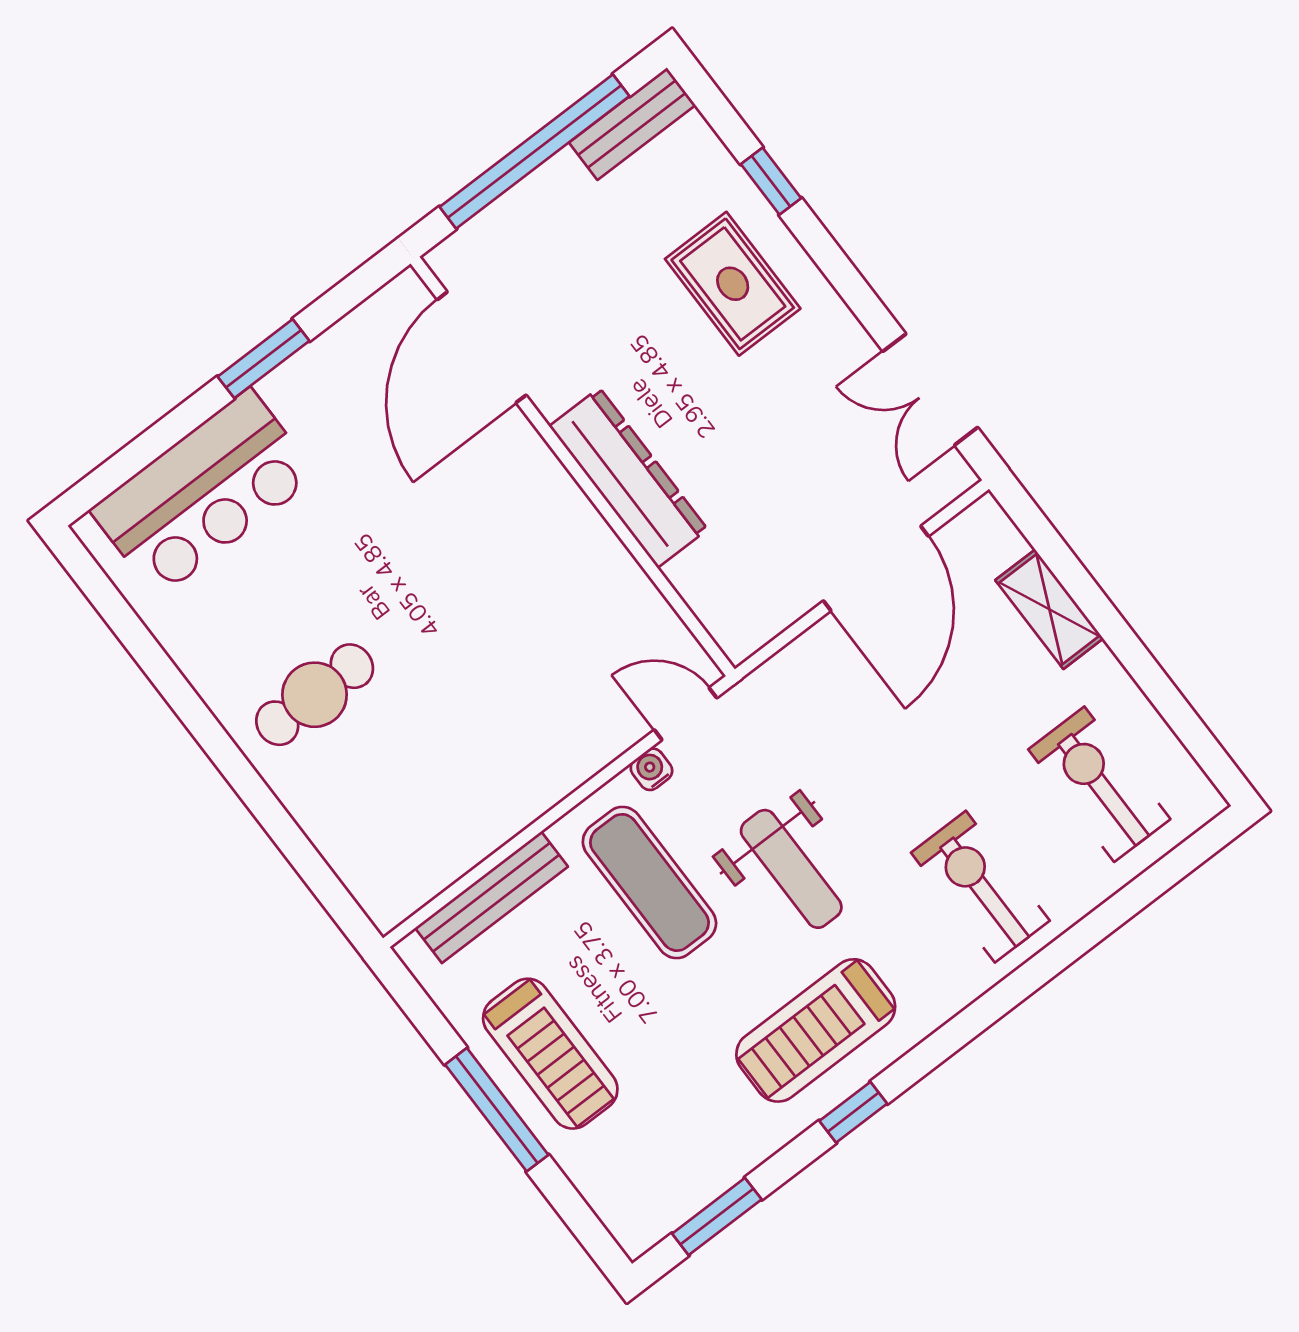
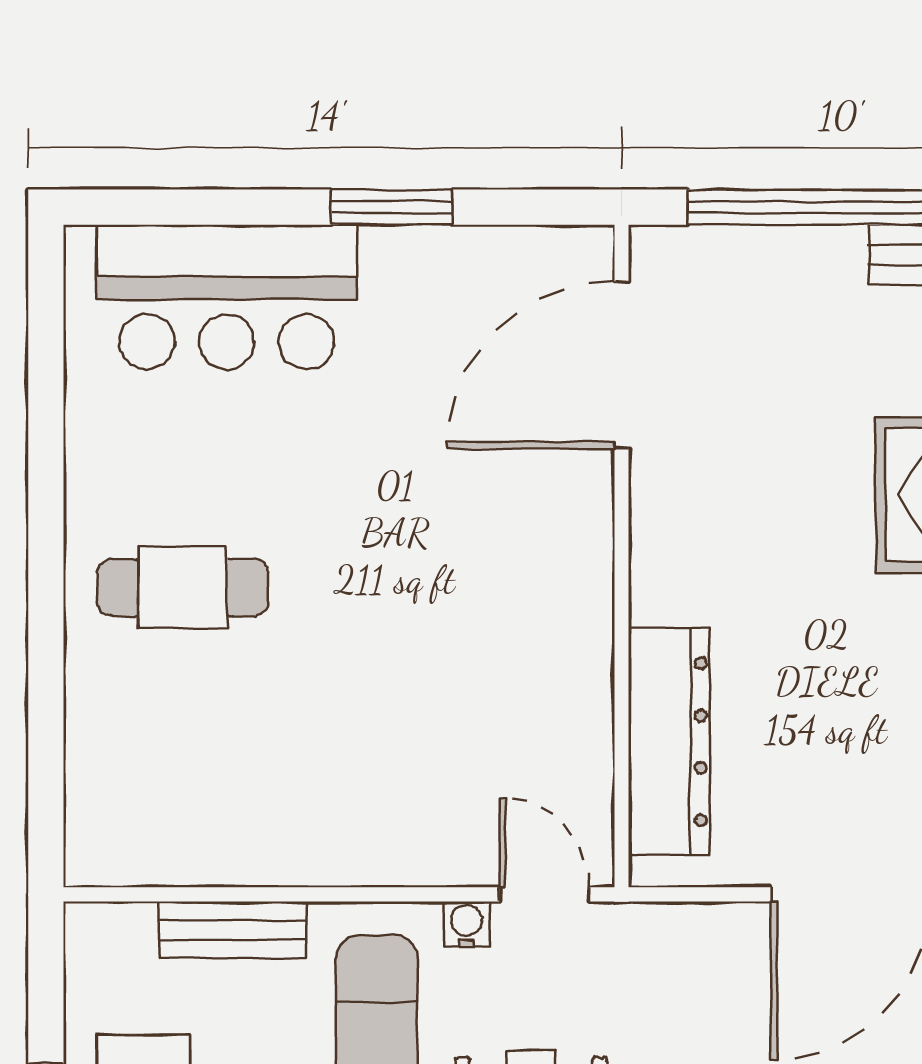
dresser: (628, 478) -> (669, 742), moved
bench: (491, 897) -> (232, 930), width x0.73

